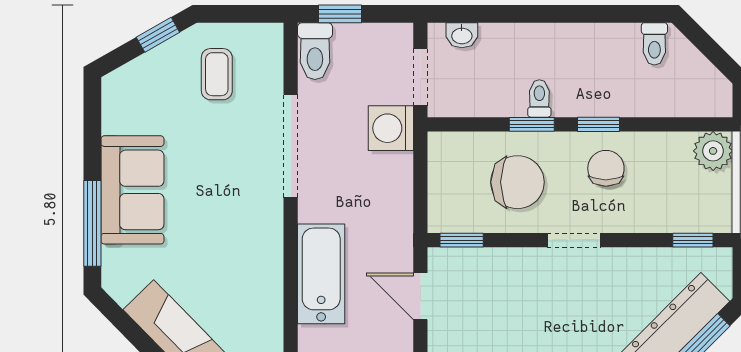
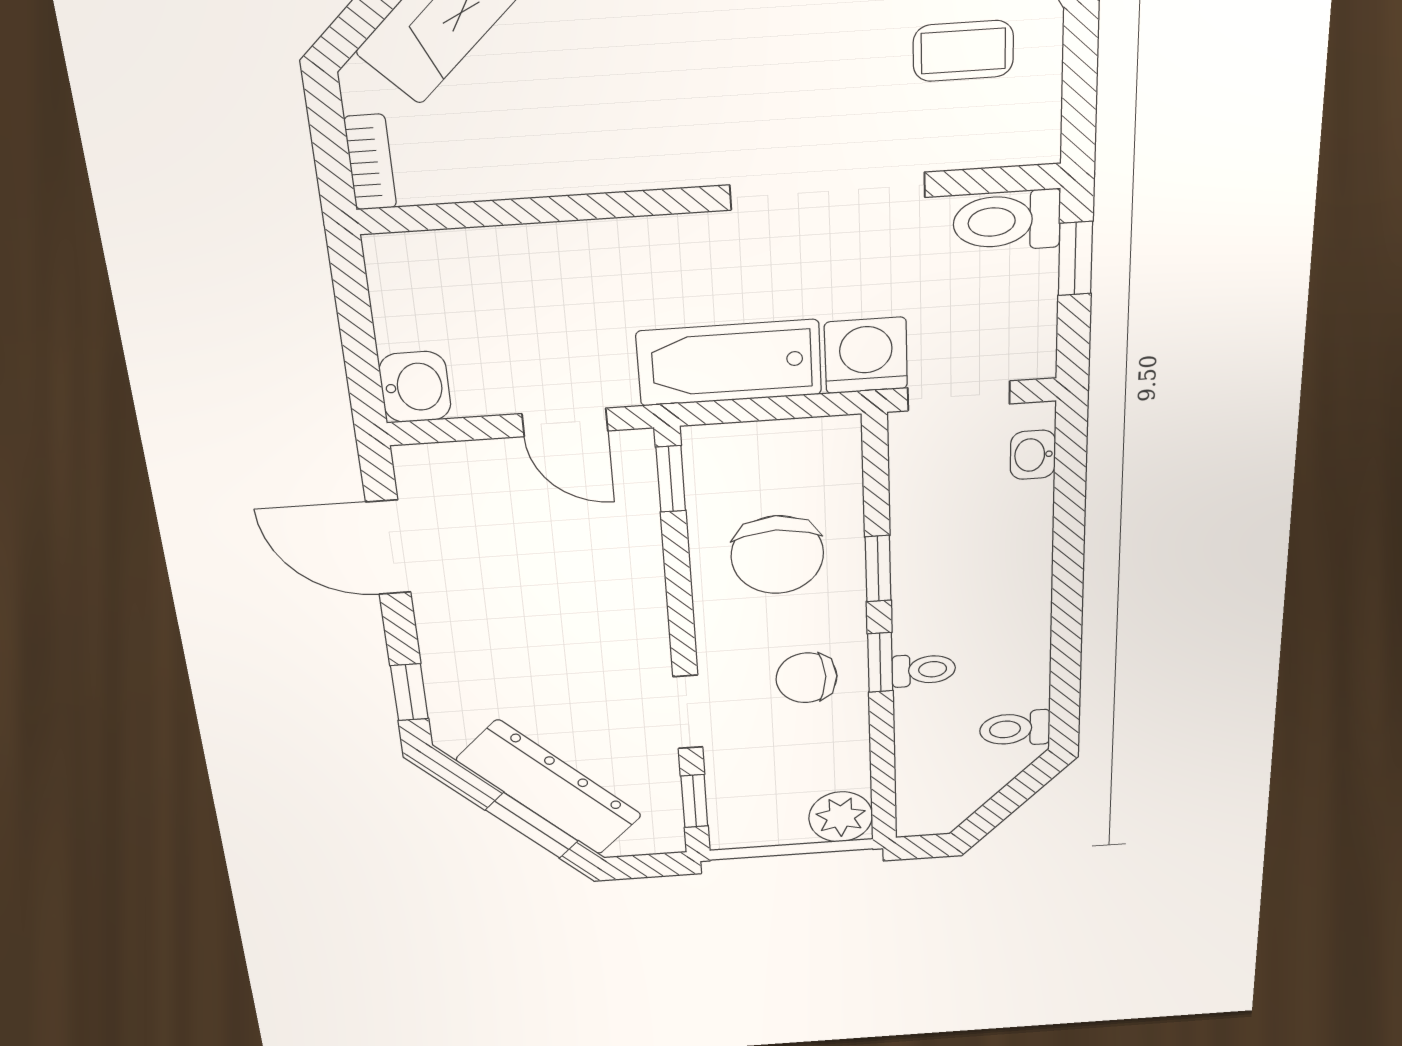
toilet: (539, 98) -> (924, 670), moved
chair: (606, 168) -> (807, 678), turned 180
doorway: (574, 240) -> (688, 712), moved
bathtub: (321, 274) -> (729, 363), moved, turned 180
door: (420, 296) -> (565, 422), swing flipped

